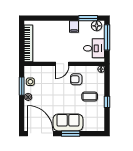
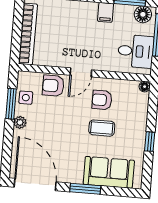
armchair: (46, 73) -> (53, 86), added
coffee table: (90, 96) -> (102, 128), moved
sofa: (68, 122) -> (109, 172), moved

